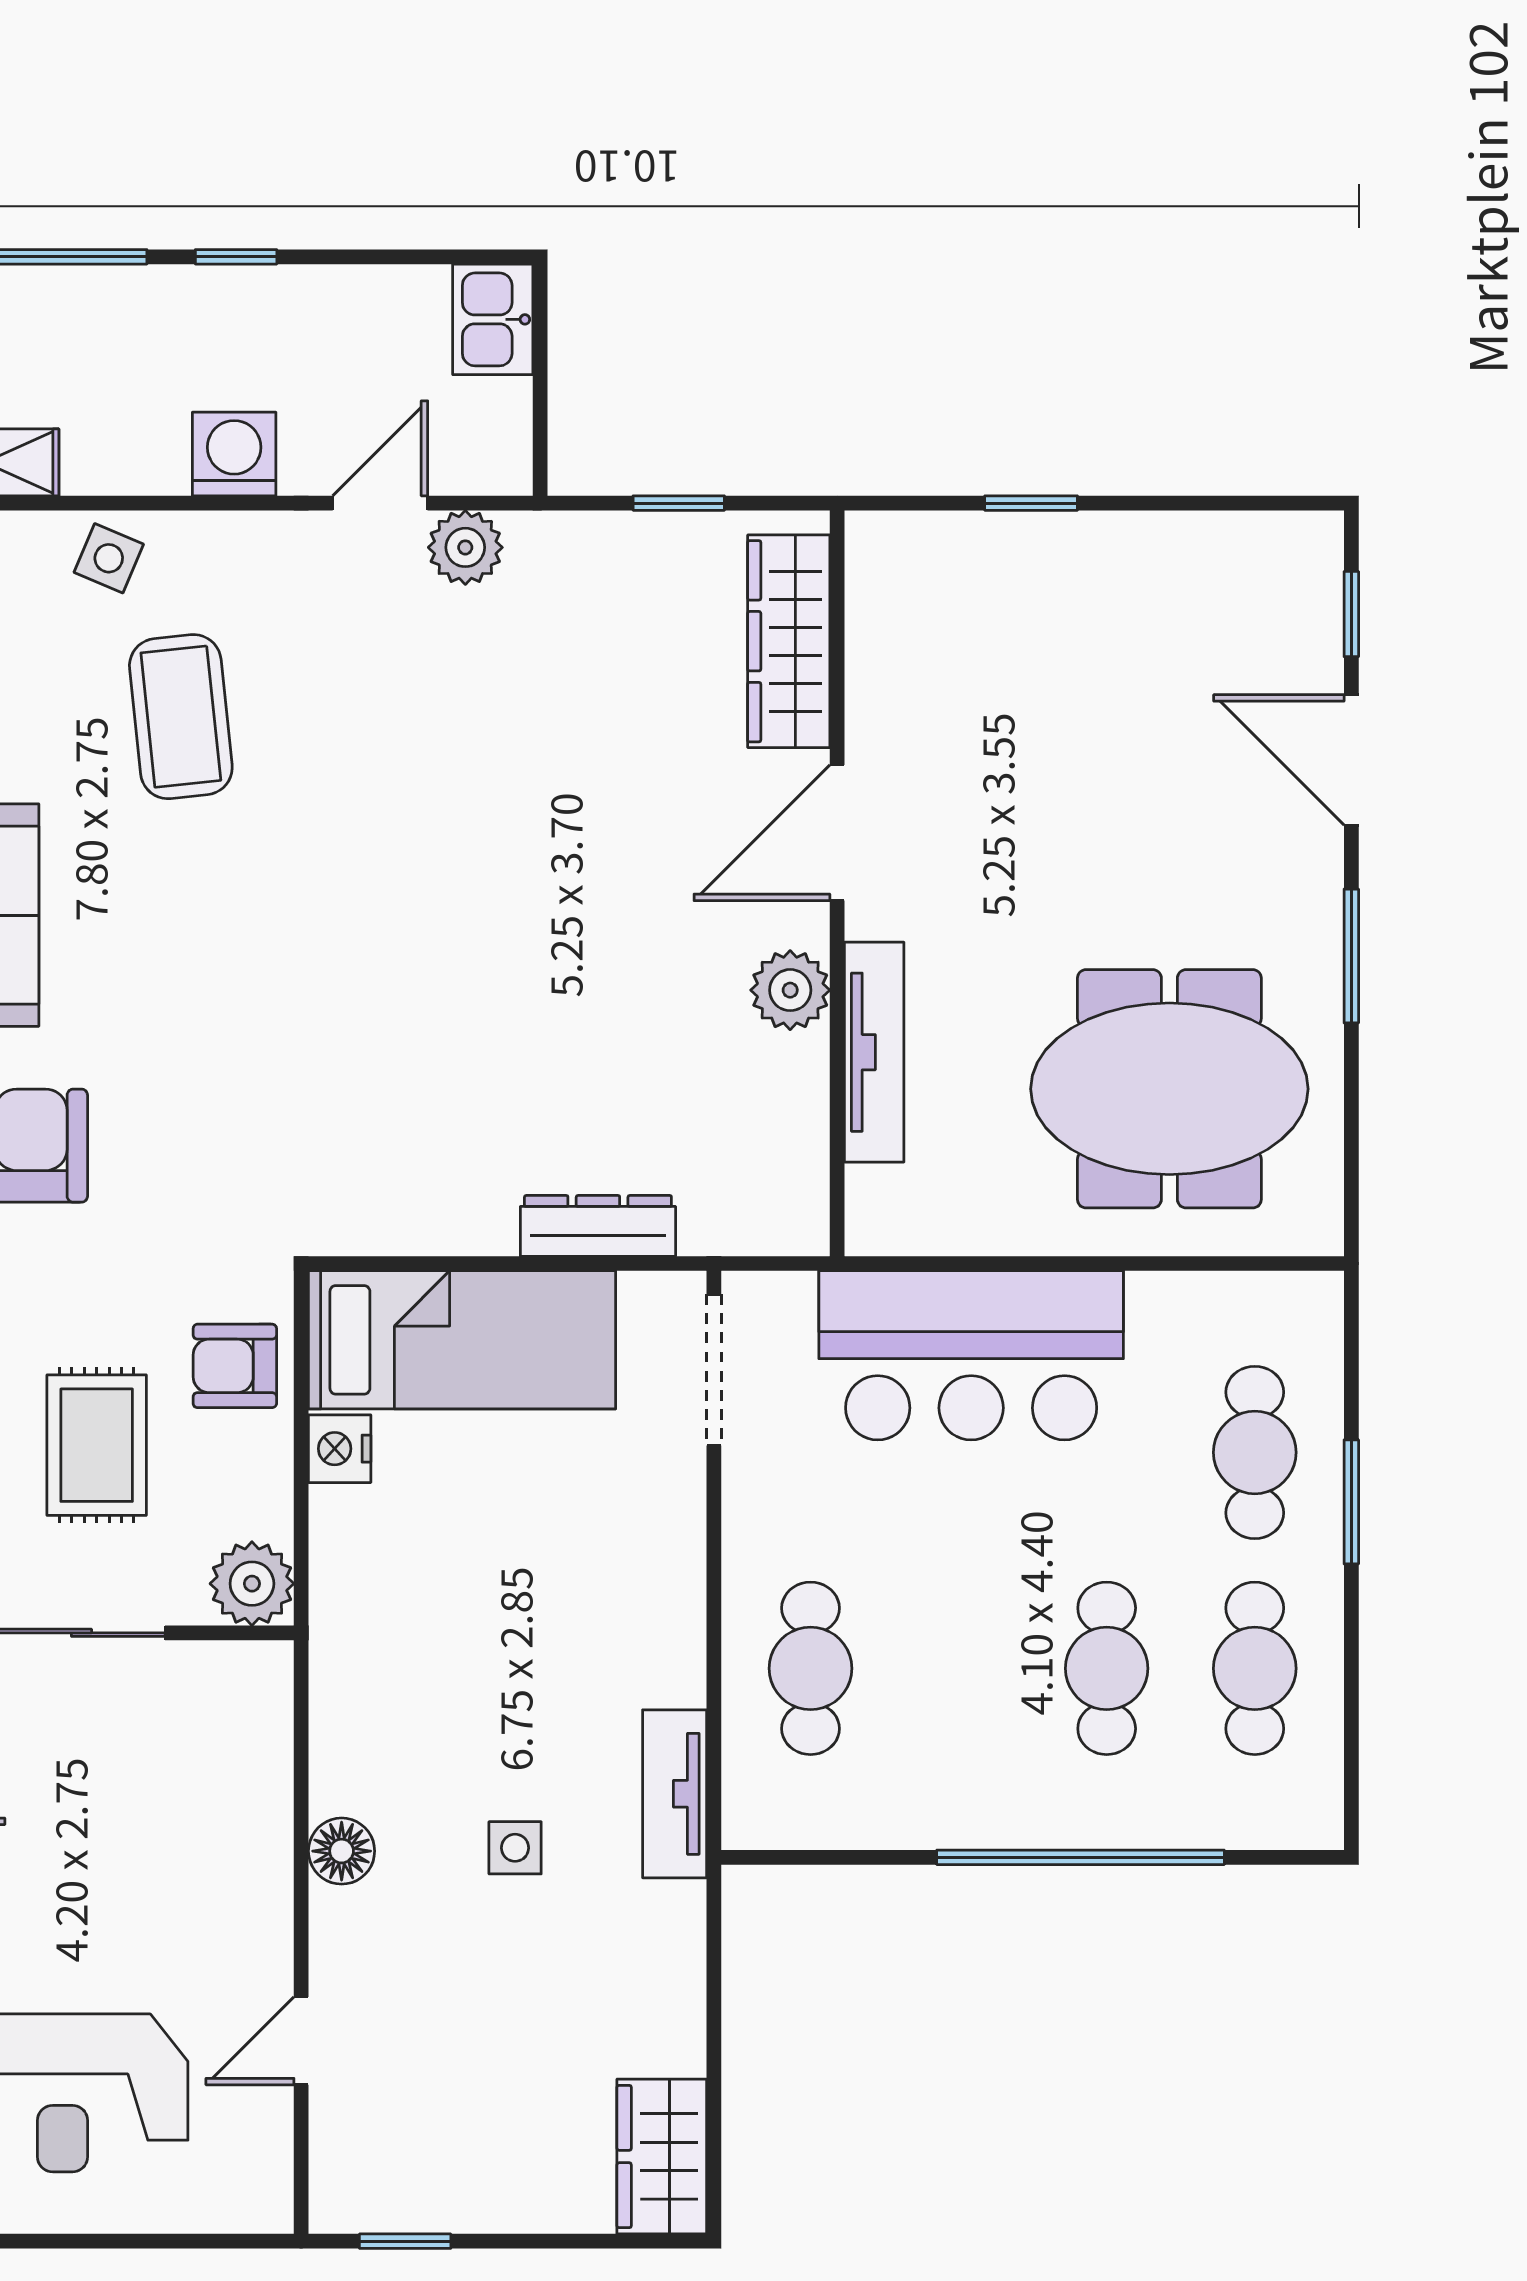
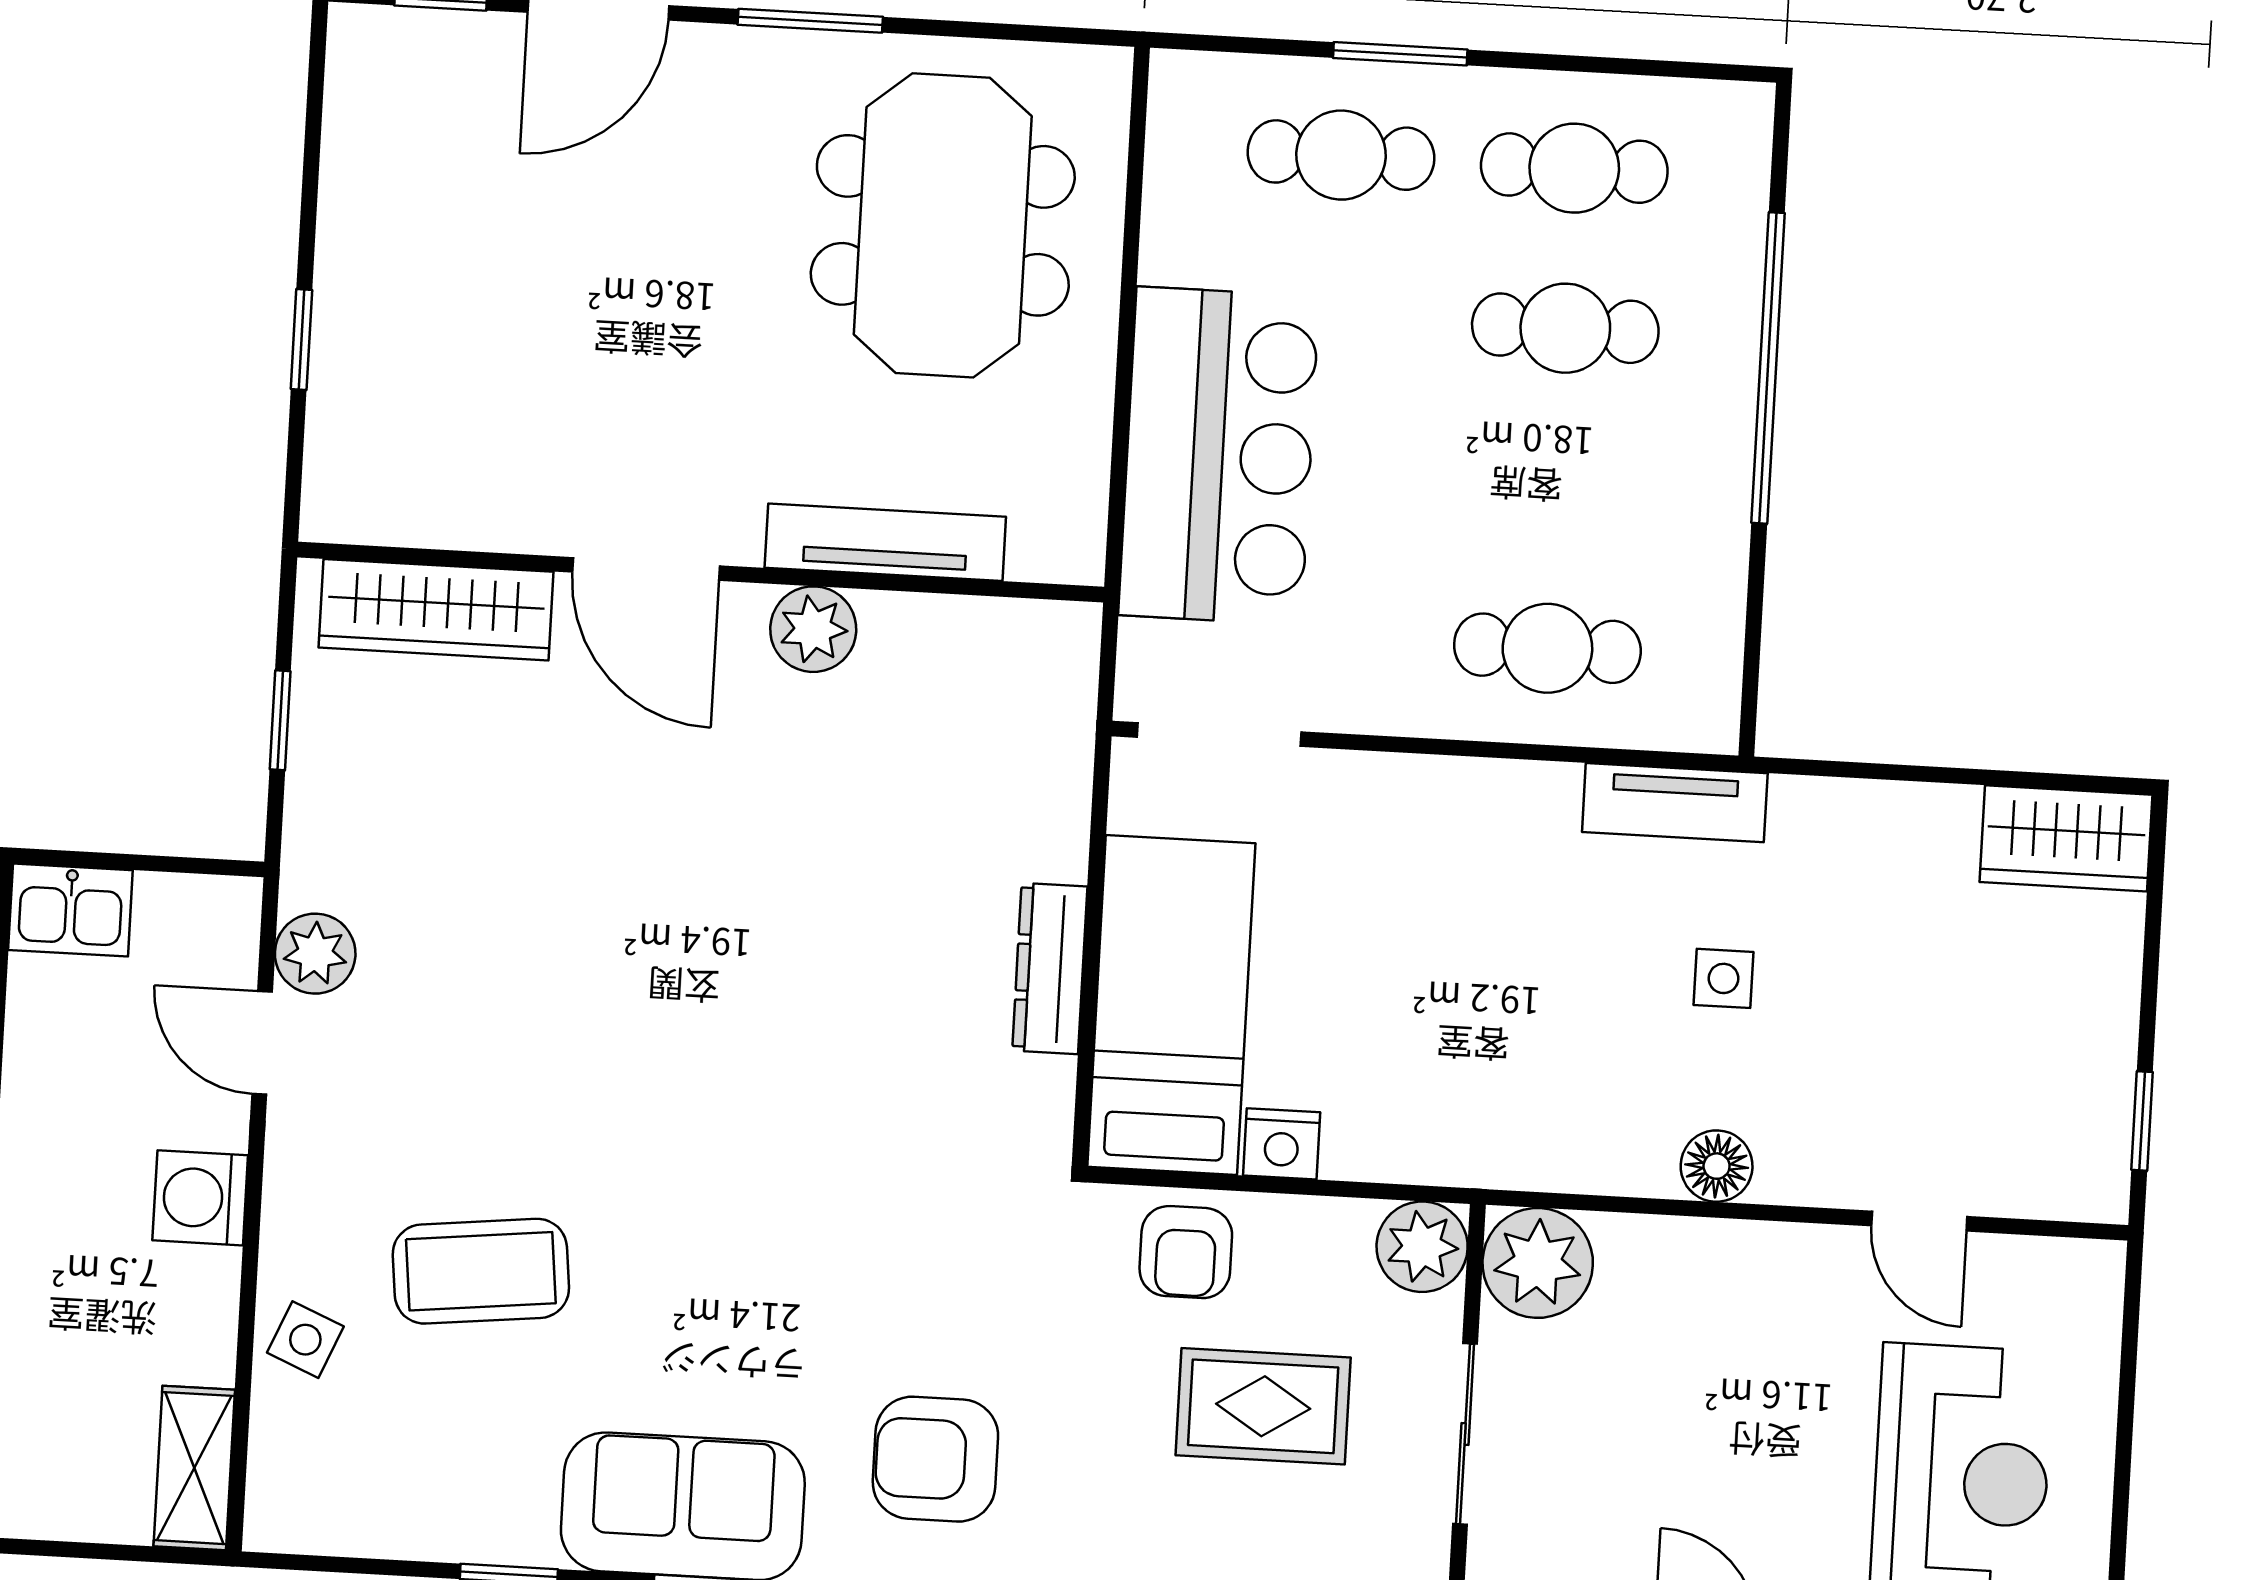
dresser: (598, 1226) -> (1050, 969), moved
plant: (243, 1691) -> (1538, 1263), added

